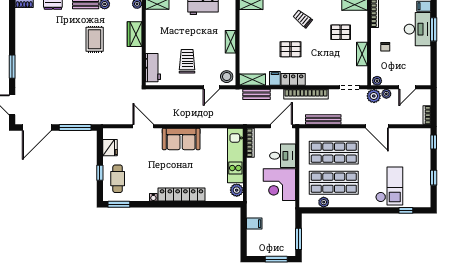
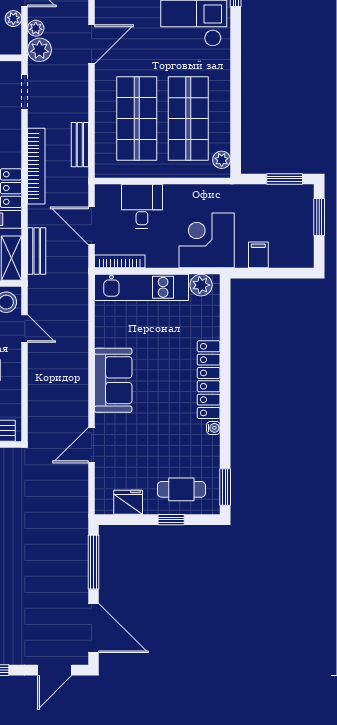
plant: (377, 81) -> (13, 19), moved
bench: (323, 119) -> (80, 145), width x0.73
door: (281, 126) -> (91, 226), moved
corner desk: (279, 185) -> (207, 240), moved, turned 180
plant: (324, 202) -> (222, 160), moved

